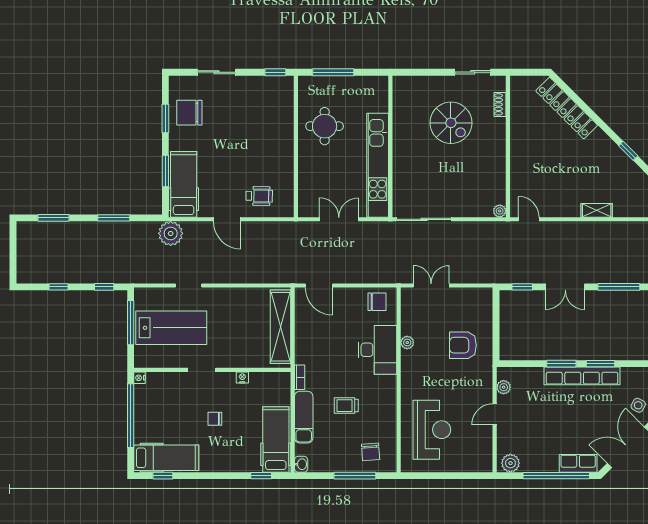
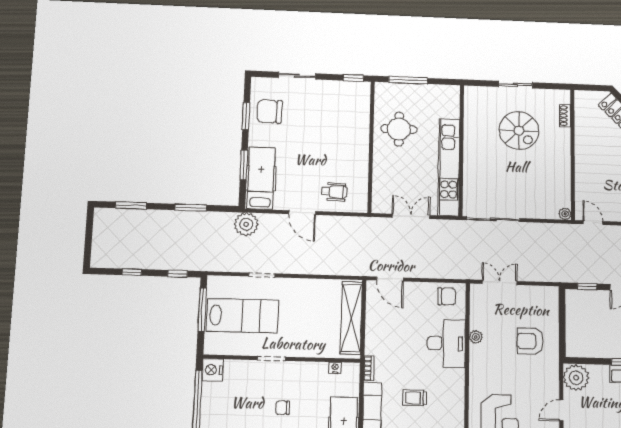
sliding door: (473, 72) -> (515, 85), moved
nightstand: (140, 378) -> (212, 370), width x1.89, depth x1.79
nightstand: (242, 378) -> (335, 368), moved
plant: (504, 387) -> (576, 378), width x1.87, depth x1.87

